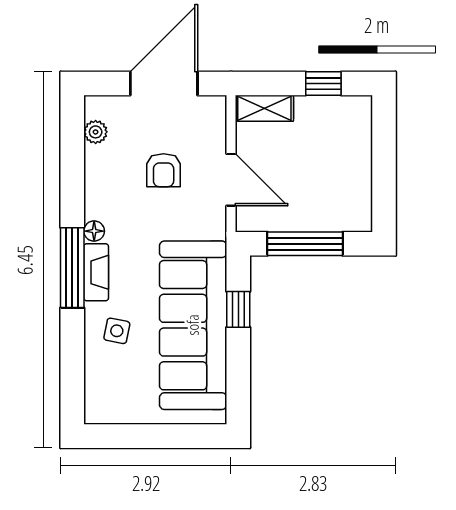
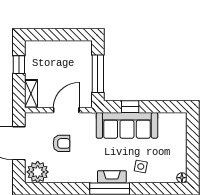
plant: (96, 132) -> (38, 172), width x1.87, depth x1.87
floor lamp: (94, 231) -> (182, 178), moved
sofa: (193, 325) -> (127, 125), width x0.74, depth x0.79

